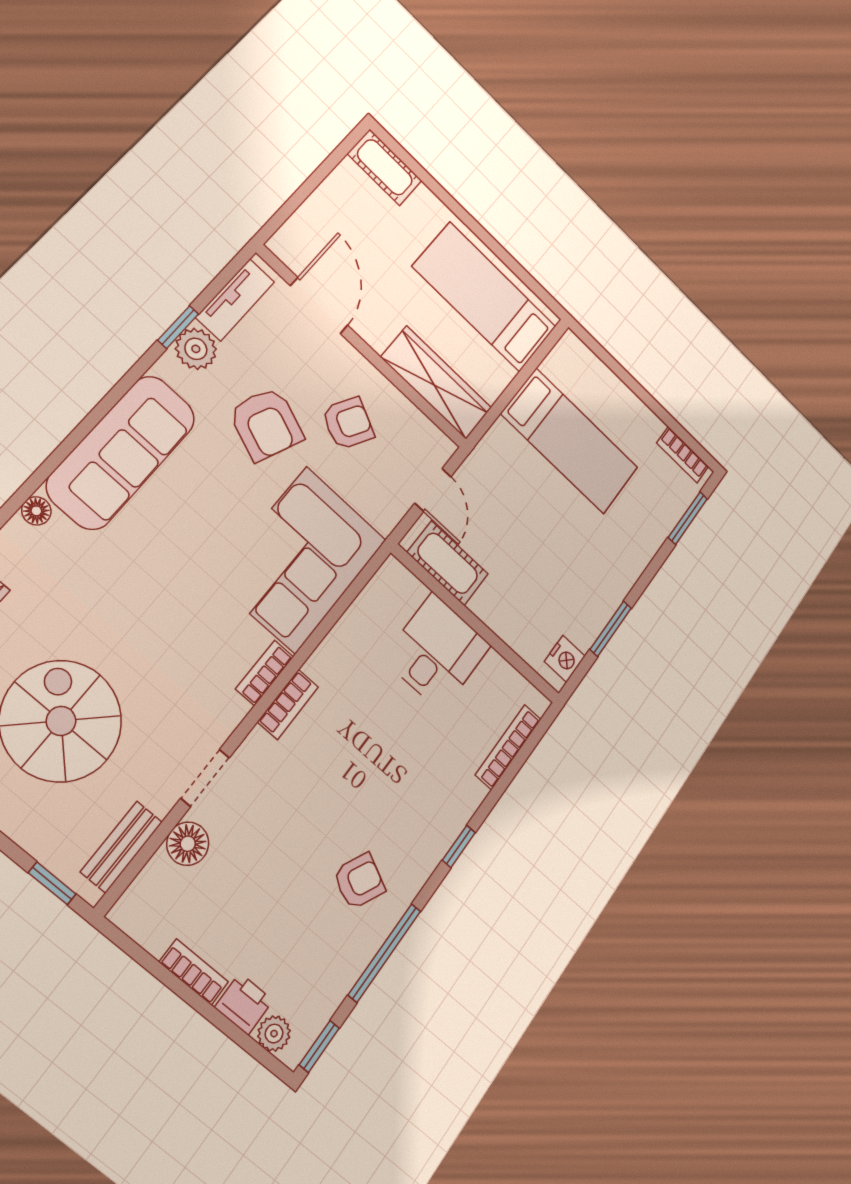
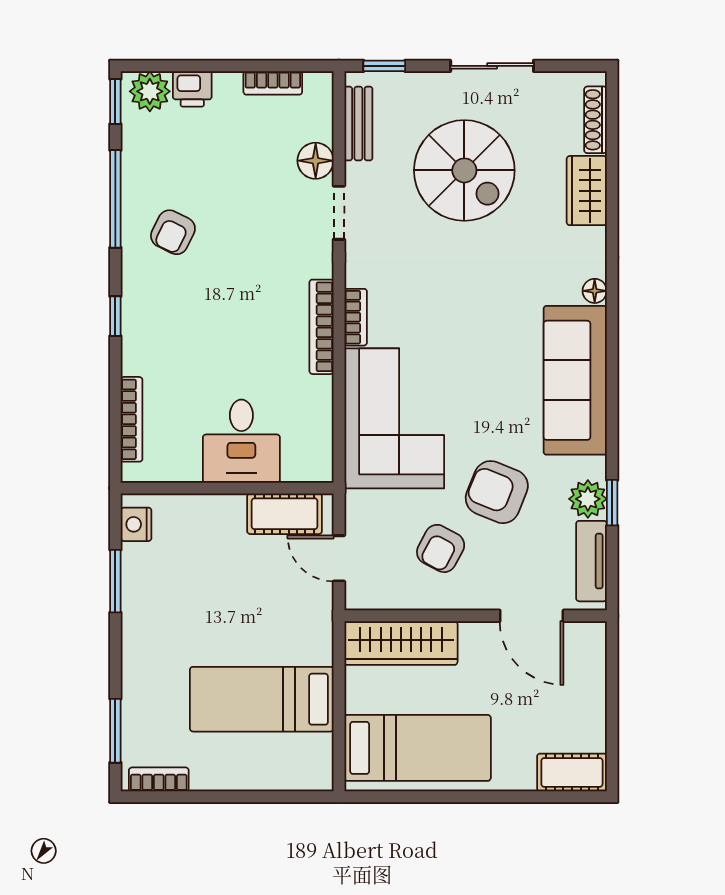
bookcase: (288, 704) -> (322, 327), width x1.56
bookcase: (194, 972) -> (273, 83), moved
plant: (274, 1034) -> (150, 91), width x1.38, depth x1.38

